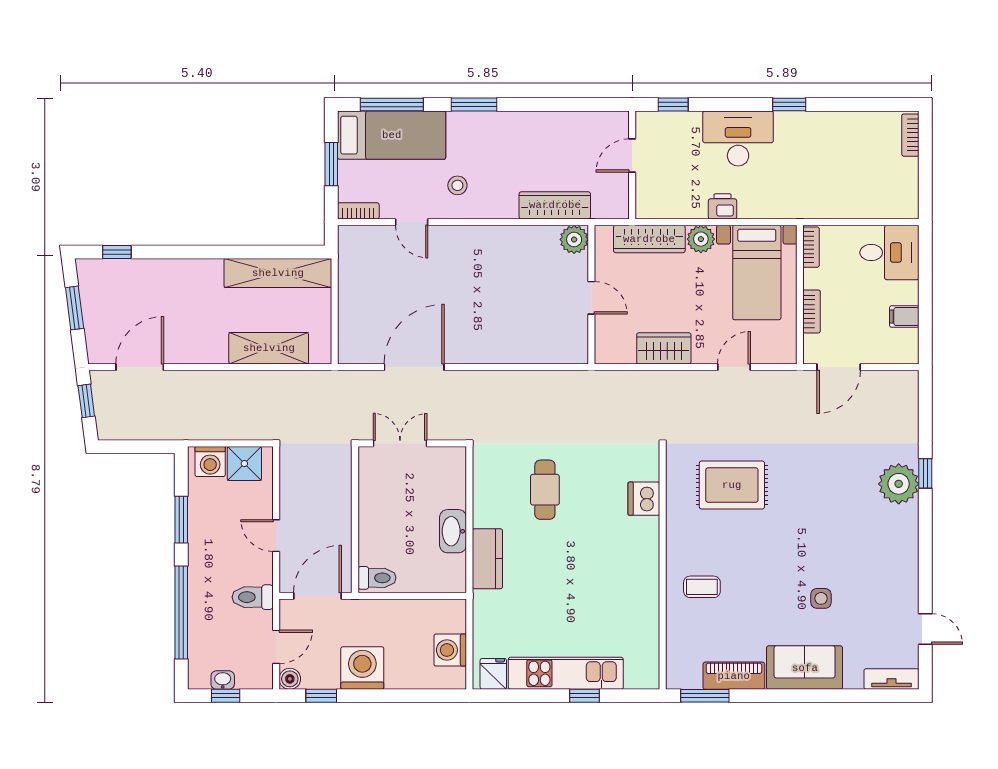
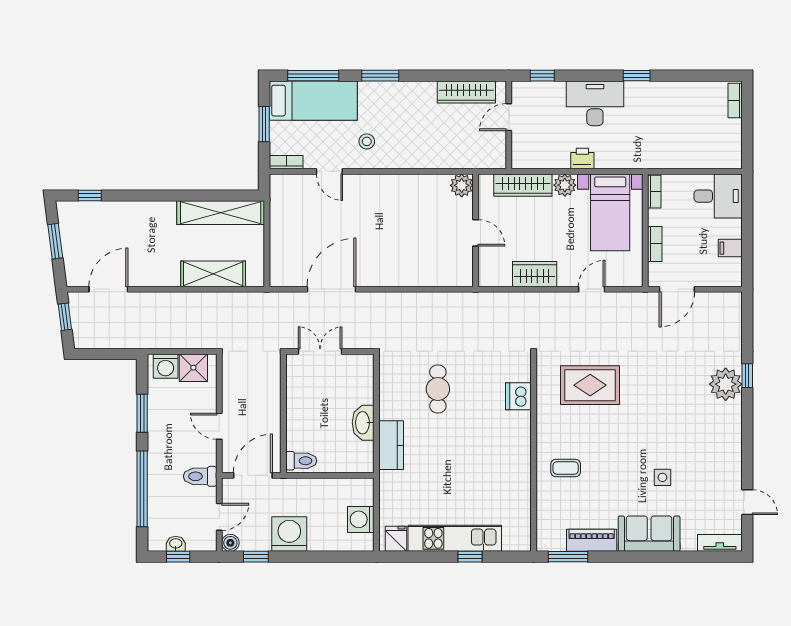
wardrobe: (555, 205) -> (466, 92), moved, turned 180

